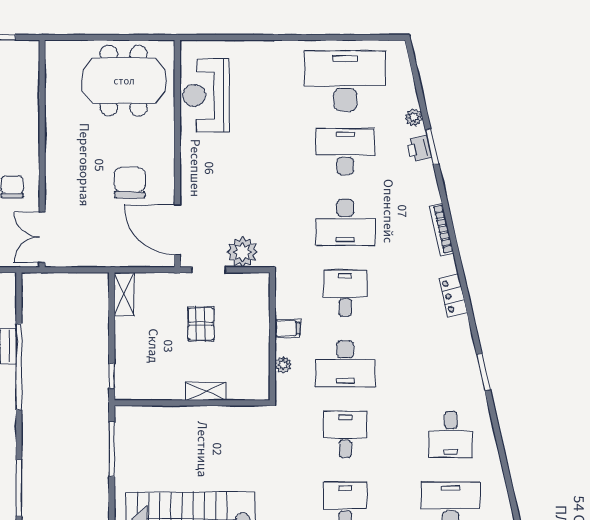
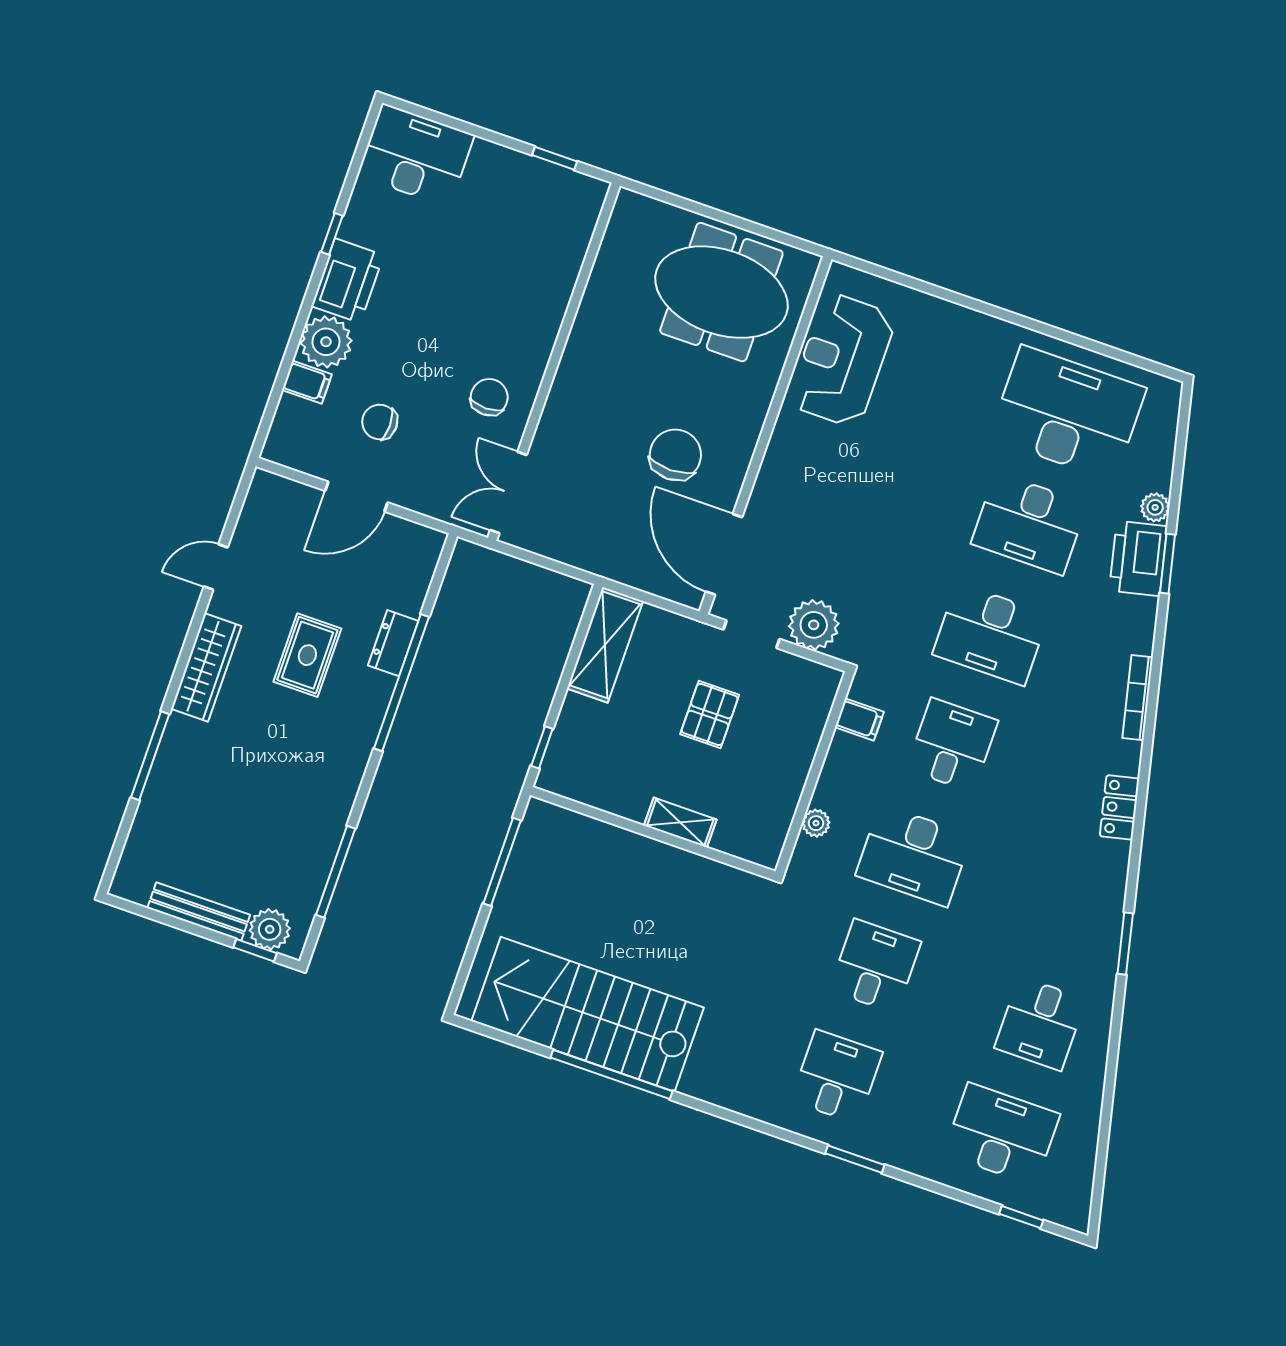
printer: (419, 149) -> (1138, 558), width x1.87, depth x1.48
desk: (345, 152) -> (1029, 524), turned 180
shelving: (124, 294) -> (605, 645), width x1.50, depth x1.33
filing cabinet: (287, 328) -> (859, 719), moved

